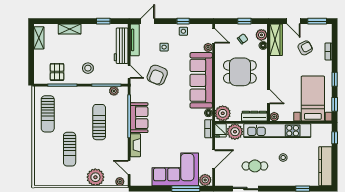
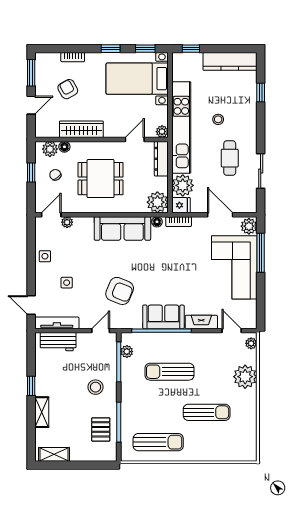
window: (103, 21) -> (31, 386), moved
window: (183, 21) -> (31, 257), removed
wardrobe: (276, 40) -> (81, 129), moved
workbench: (121, 46) -> (58, 342), width x0.73
pallet: (57, 72) -> (101, 429), turned 90
dining table: (240, 72) -> (101, 179), turned 90
armchair: (157, 75) -> (120, 291), moved
sofa: (201, 80) -> (122, 228), width x0.74, depth x0.79
door: (129, 167) -> (232, 331), swing flipped

